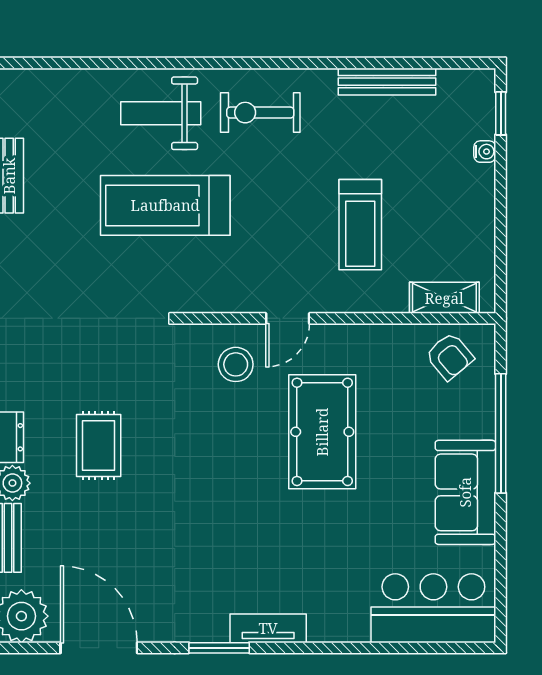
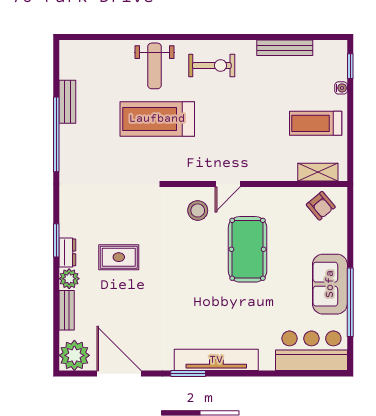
weight bench: (161, 113) -> (155, 66), turned -90
exercise bike: (260, 113) -> (212, 66), turned 180
treadmill: (360, 225) -> (316, 123), moved, turned 90
window: (501, 433) -> (350, 302), moved
rug: (99, 446) -> (119, 257), turned 90
tv unit: (268, 628) -> (216, 360), width x1.92, depth x1.29

